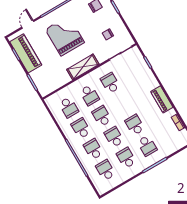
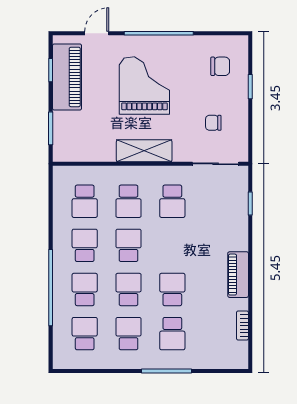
school desk: (110, 83) -> (172, 201), turned 180

